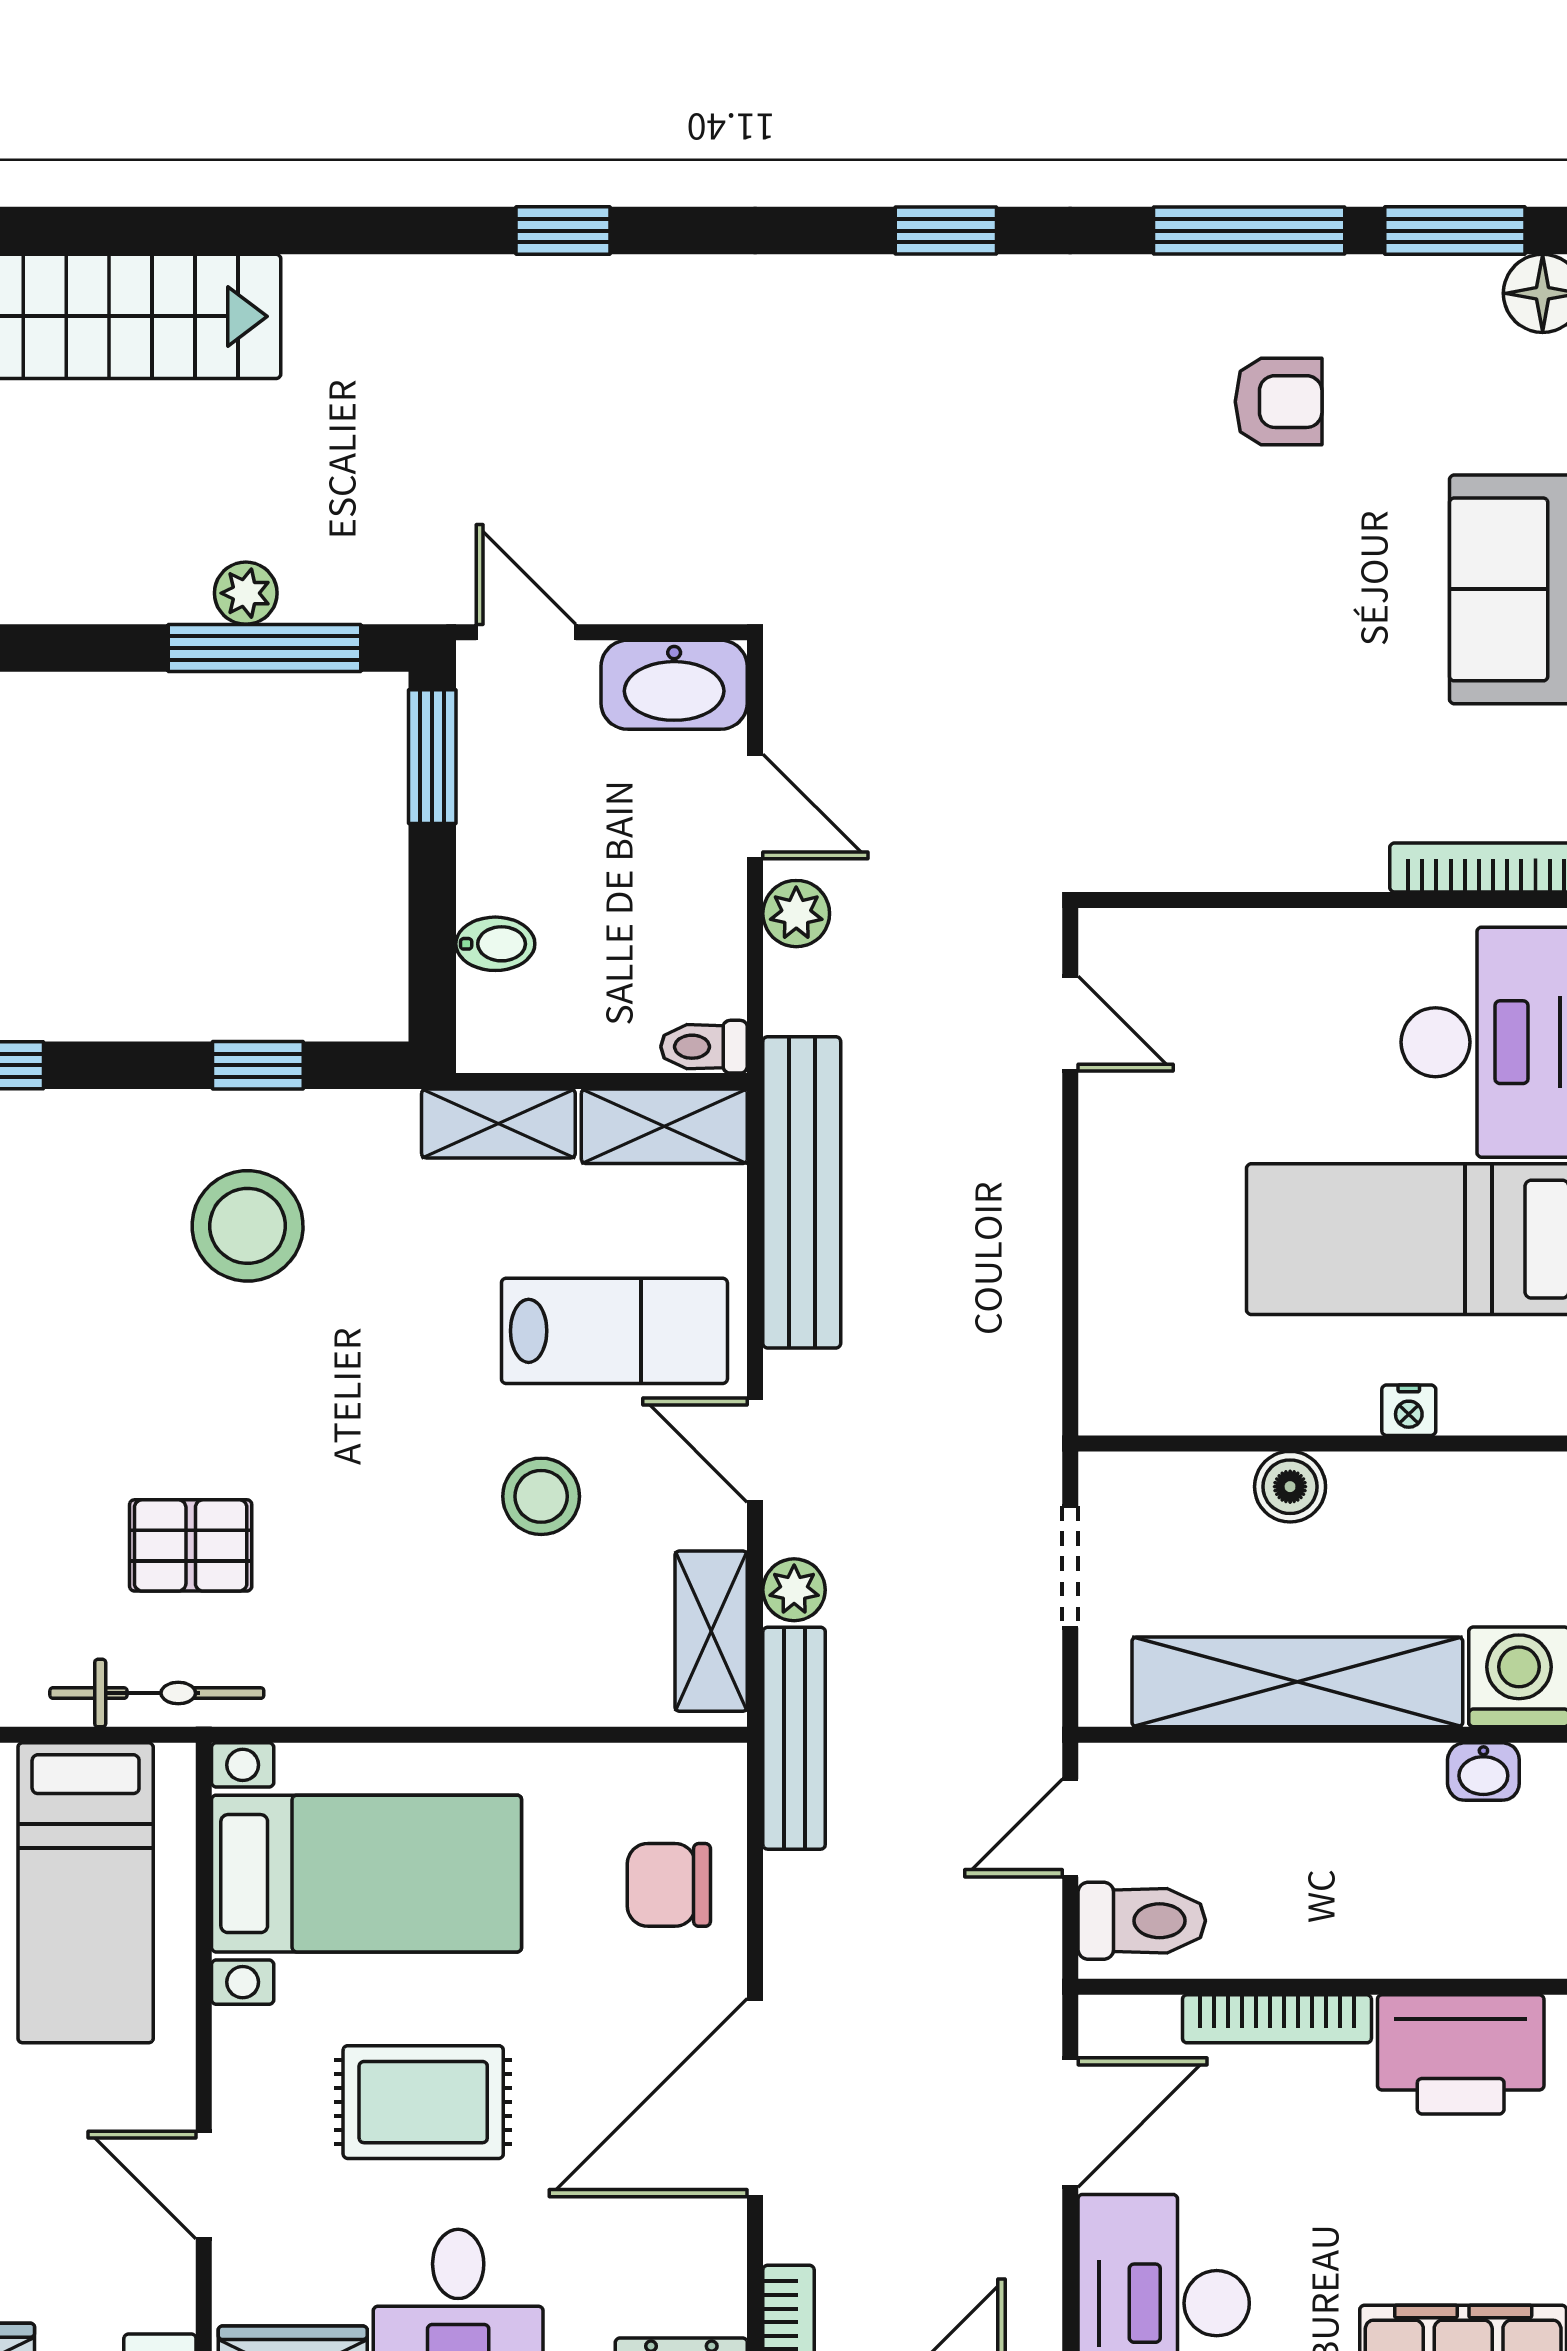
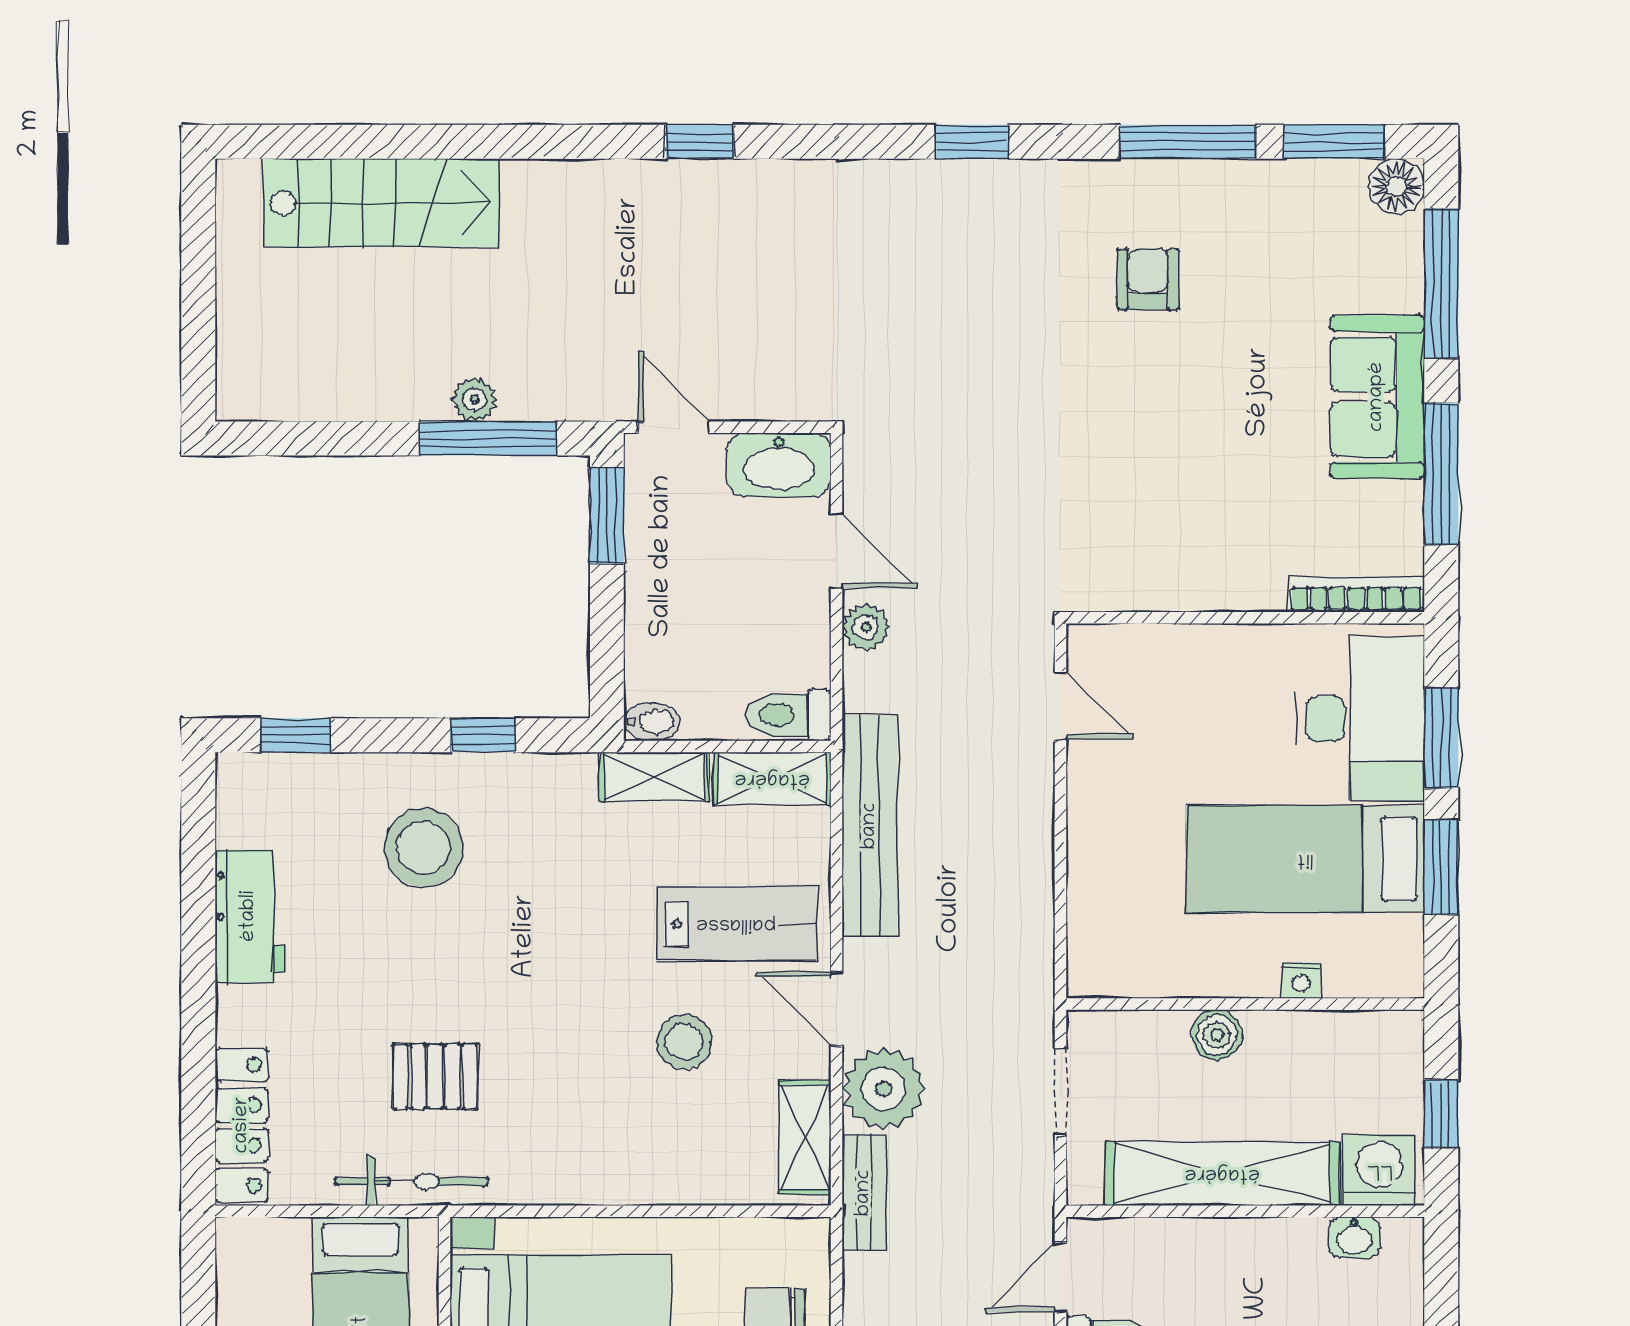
armchair: (1279, 402) -> (1148, 279), moved, turned -90
bidet: (495, 944) -> (652, 722), moved
toilet: (704, 1047) -> (788, 715), width x1.37, depth x1.39
stool: (248, 1226) -> (424, 848), moved
plant: (794, 1590) -> (884, 1089), width x1.87, depth x1.87
bench: (794, 1738) -> (864, 1193), width x0.73

